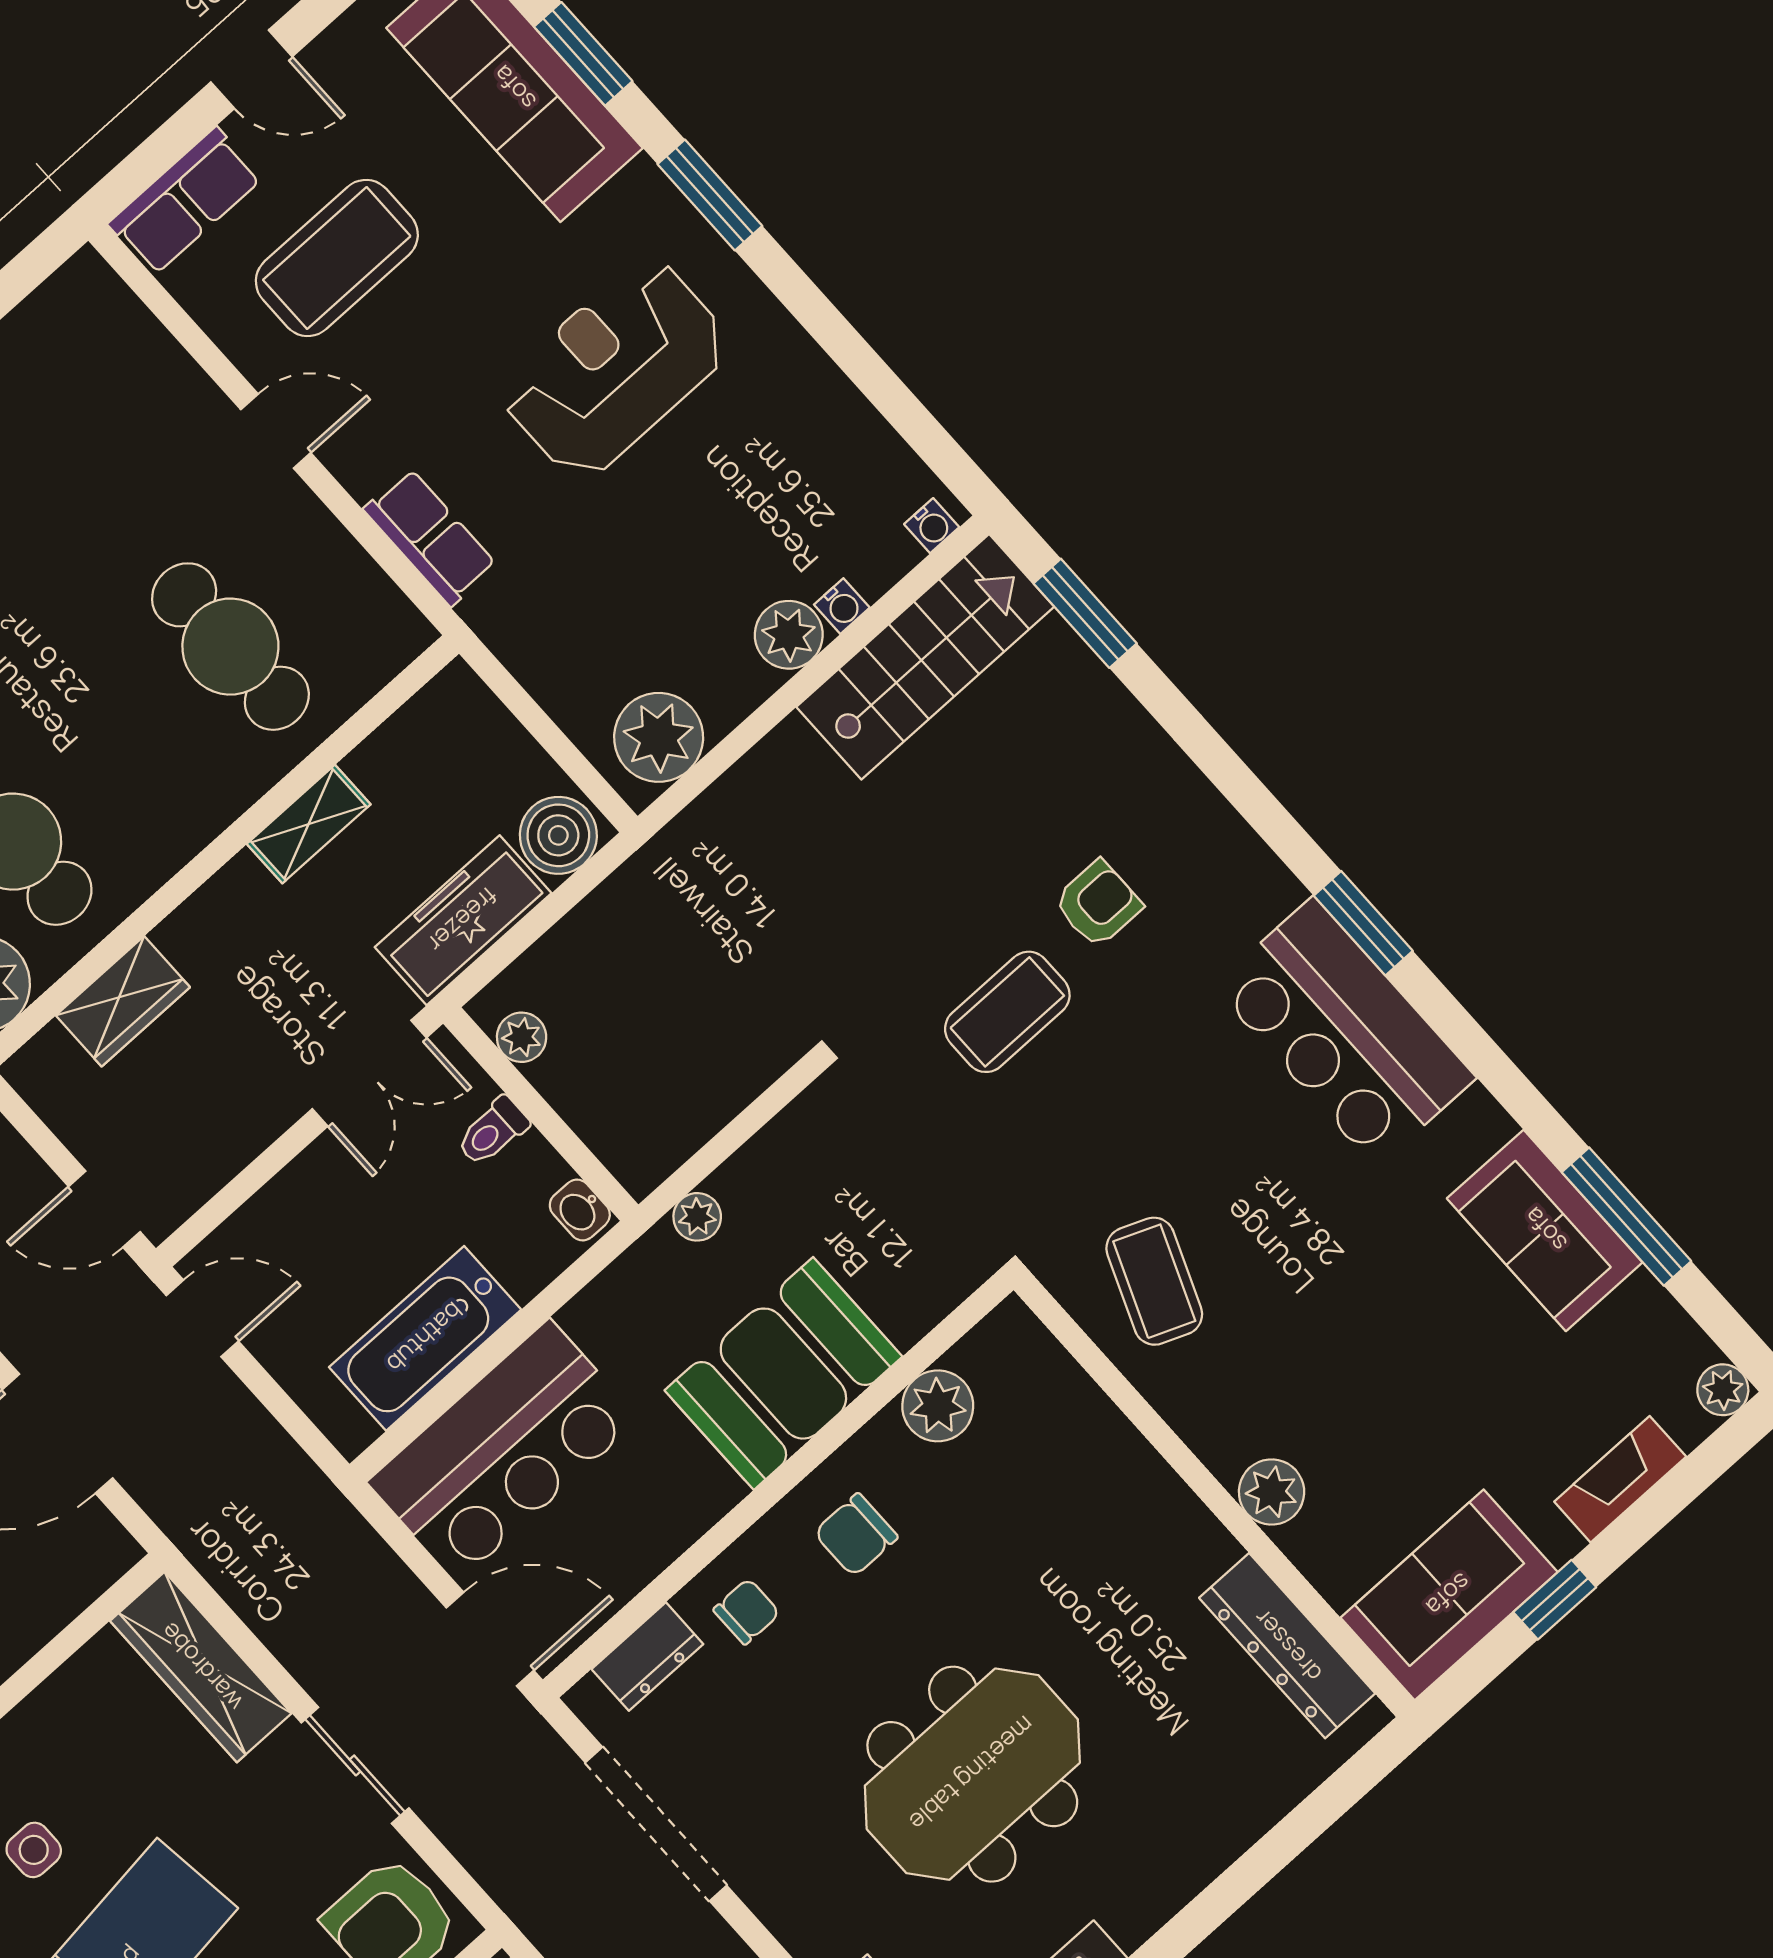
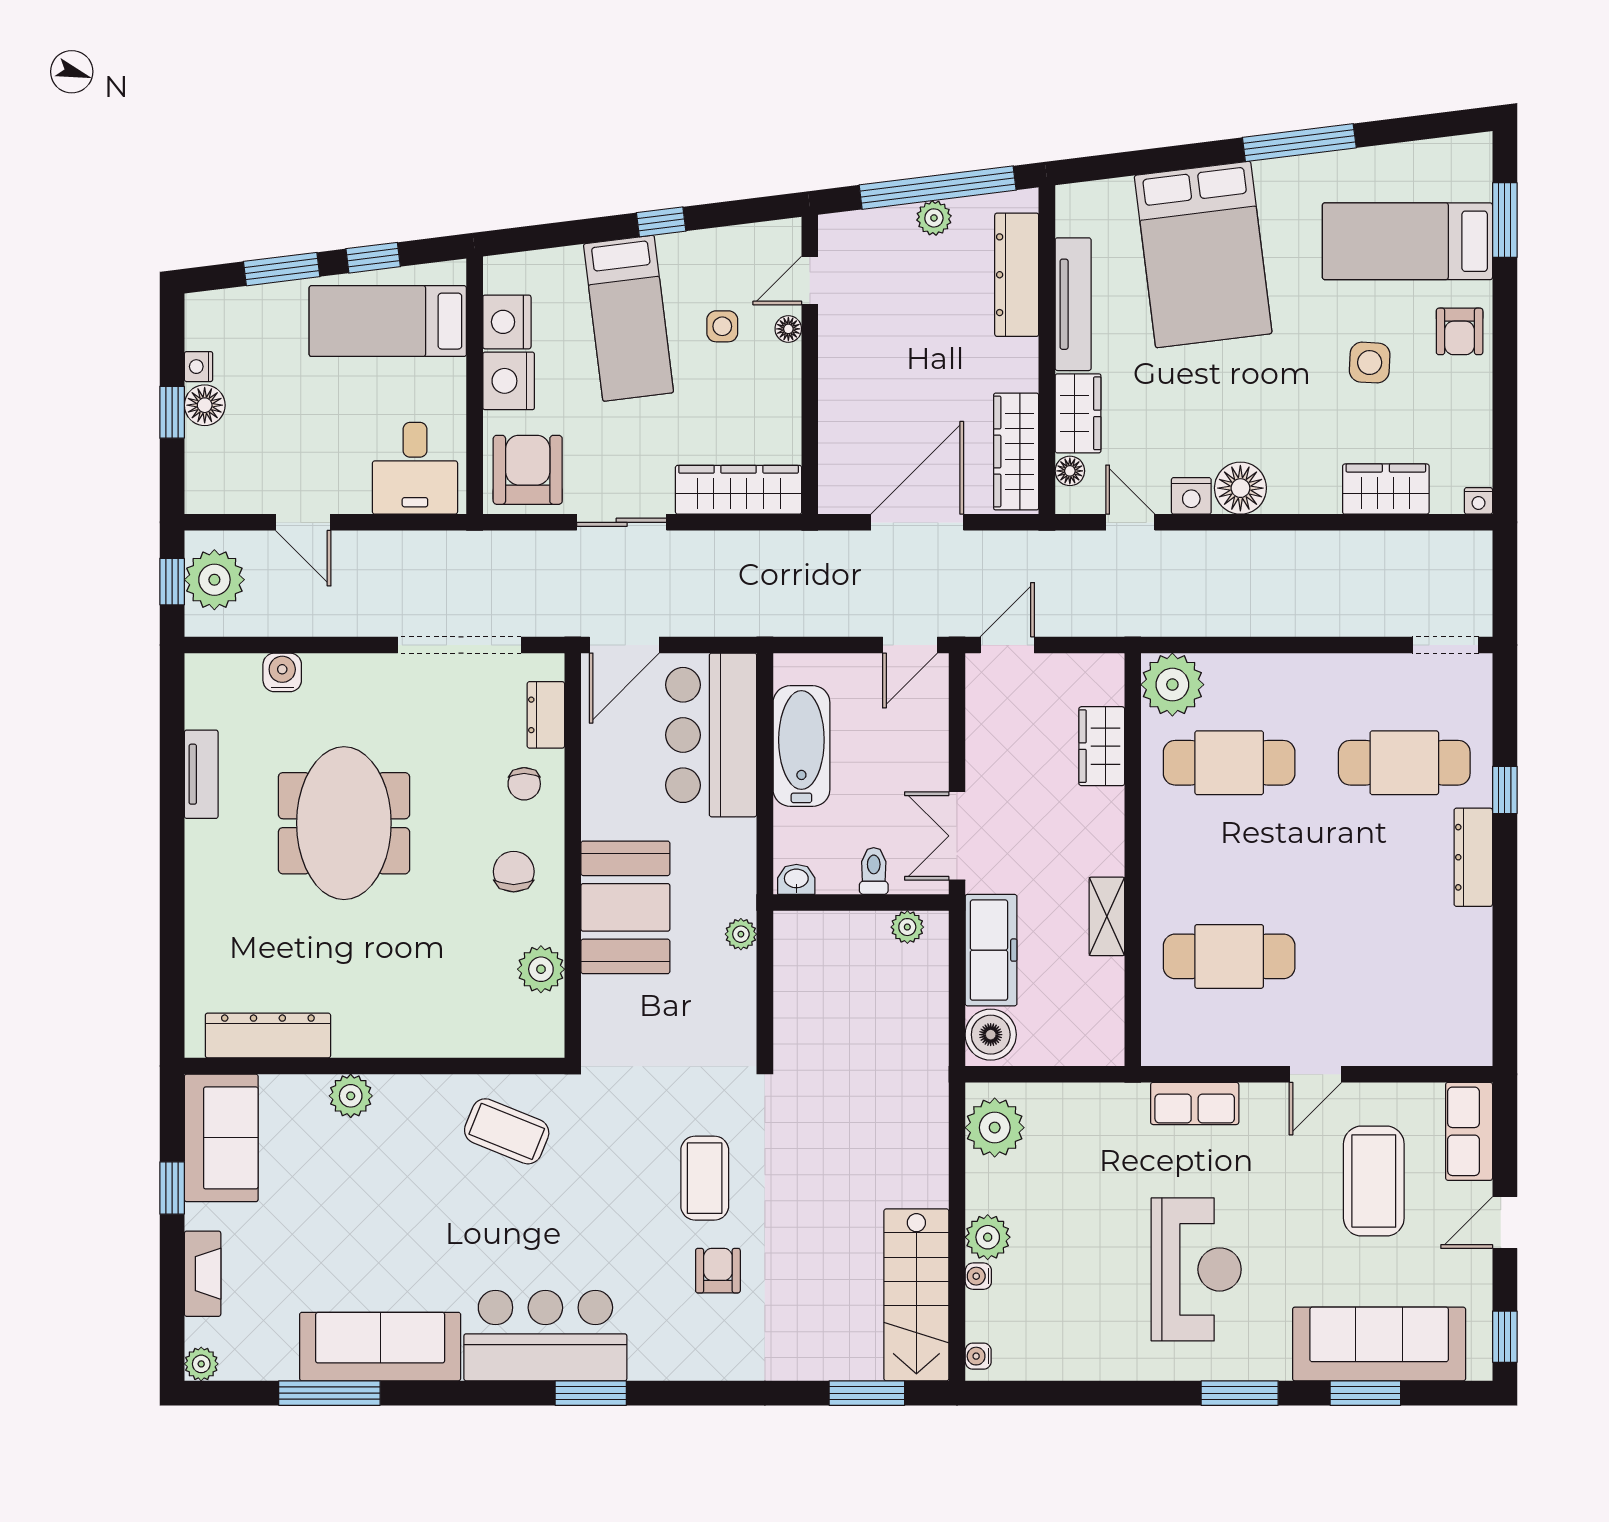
armchair: (1098, 904) -> (718, 1271), turned 180
sofa: (1545, 1230) -> (380, 1347), width x1.36

